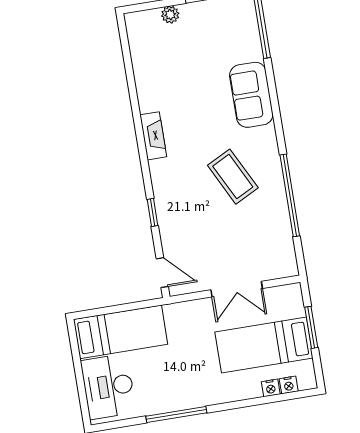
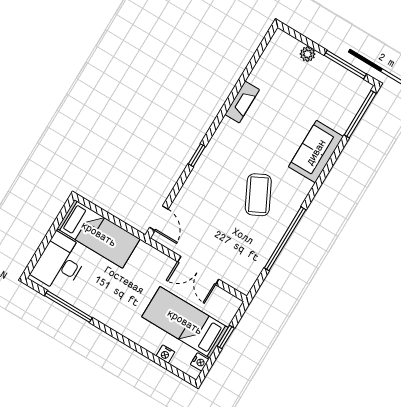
fireplace: (153, 136) -> (242, 102), moved
window: (153, 212) -> (197, 155), moved
window: (311, 327) -> (226, 337), width x0.67
nightstand: (289, 385) -> (200, 362), moved, turned -90
window: (176, 415) -> (68, 307), moved

